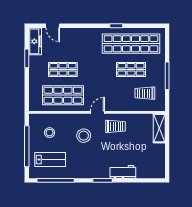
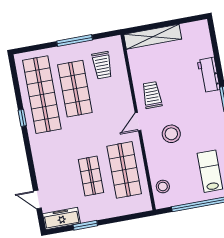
door: (53, 26) -> (37, 199), swing flipped
shop shelf: (131, 69) -> (75, 89), width x1.43, depth x1.36
door: (97, 112) -> (138, 122), hinge flipped
shelving: (159, 128) -> (153, 37), width x1.47
stool: (50, 133) -> (163, 186), moved

